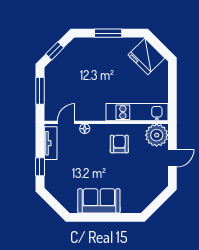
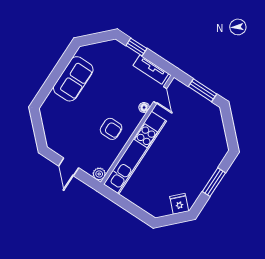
window: (55, 51) -> (229, 126), removed
fridge: (146, 56) -> (179, 204), width x0.53, depth x0.75
kitchen unit: (137, 112) -> (135, 153), width x1.36
plant: (157, 135) -> (99, 174), width x0.53, depth x0.53

